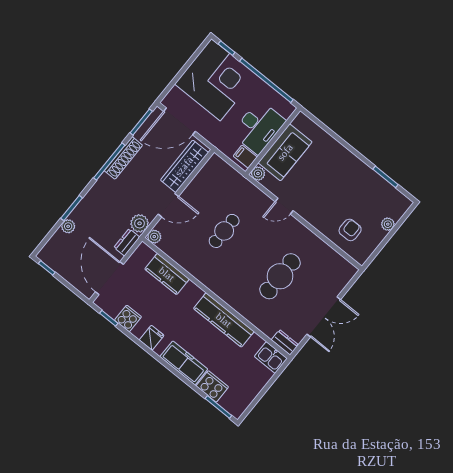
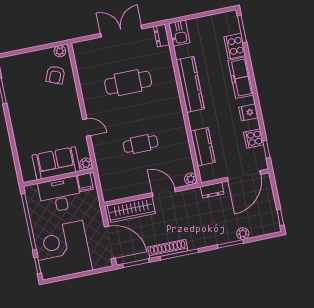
plant: (140, 223) -> (193, 196), removed
plant: (388, 224) -> (60, 51), moved
armchair: (350, 230) -> (55, 75), turned -68

